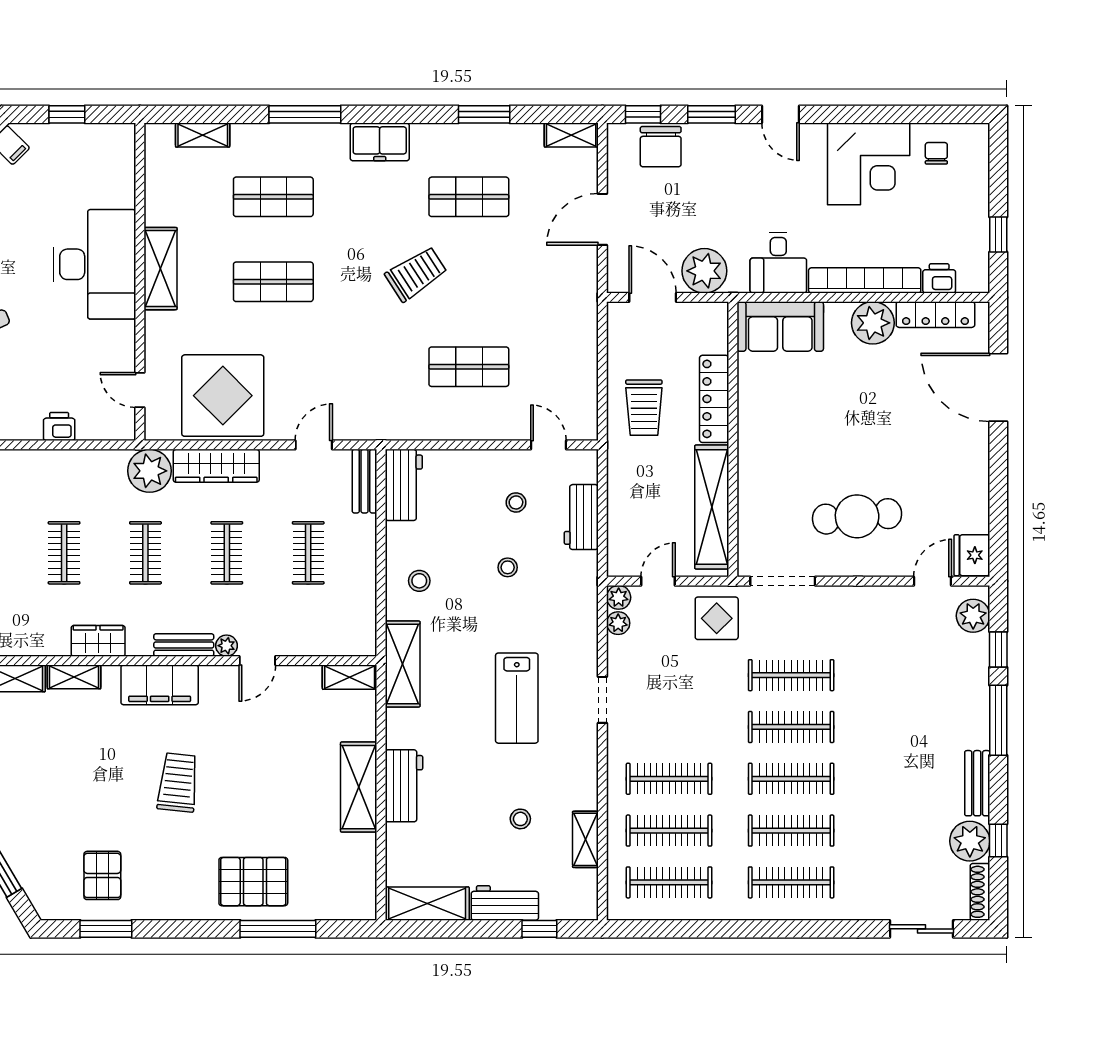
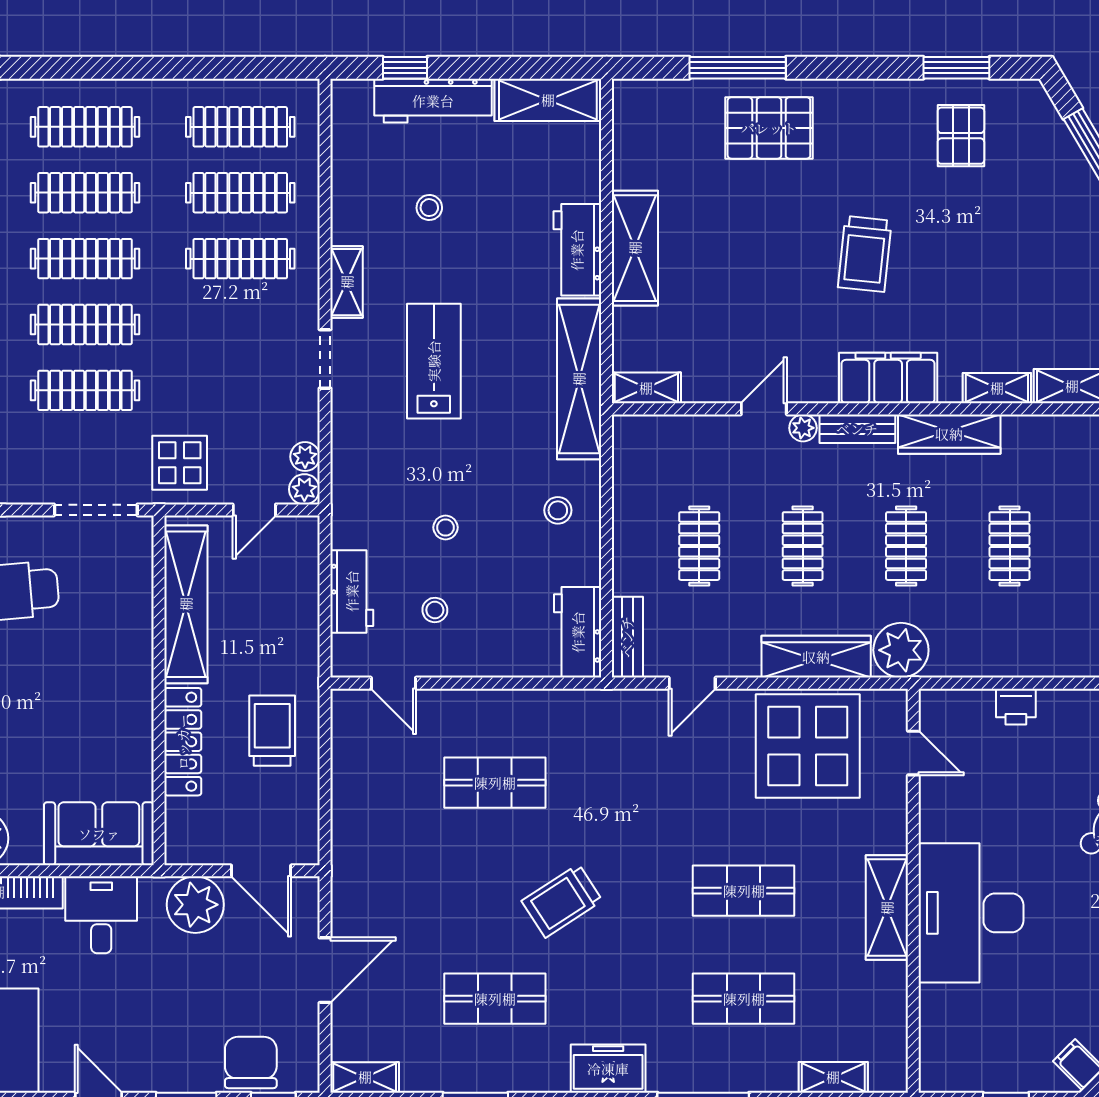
wardrobe: (98, 641) -> (949, 434), width x1.50
shelving: (403, 664) -> (579, 379), width x1.47
shelving: (585, 839) -> (347, 282), moved
workbench: (505, 903) -> (433, 101), width x1.38

